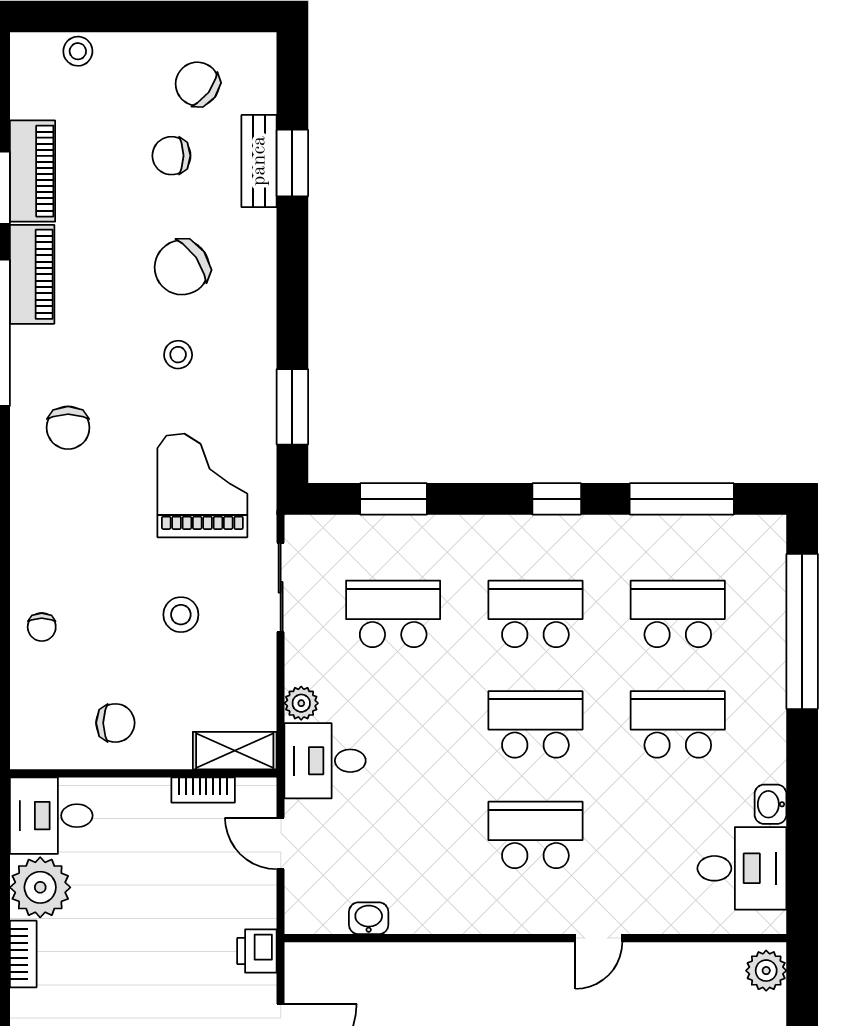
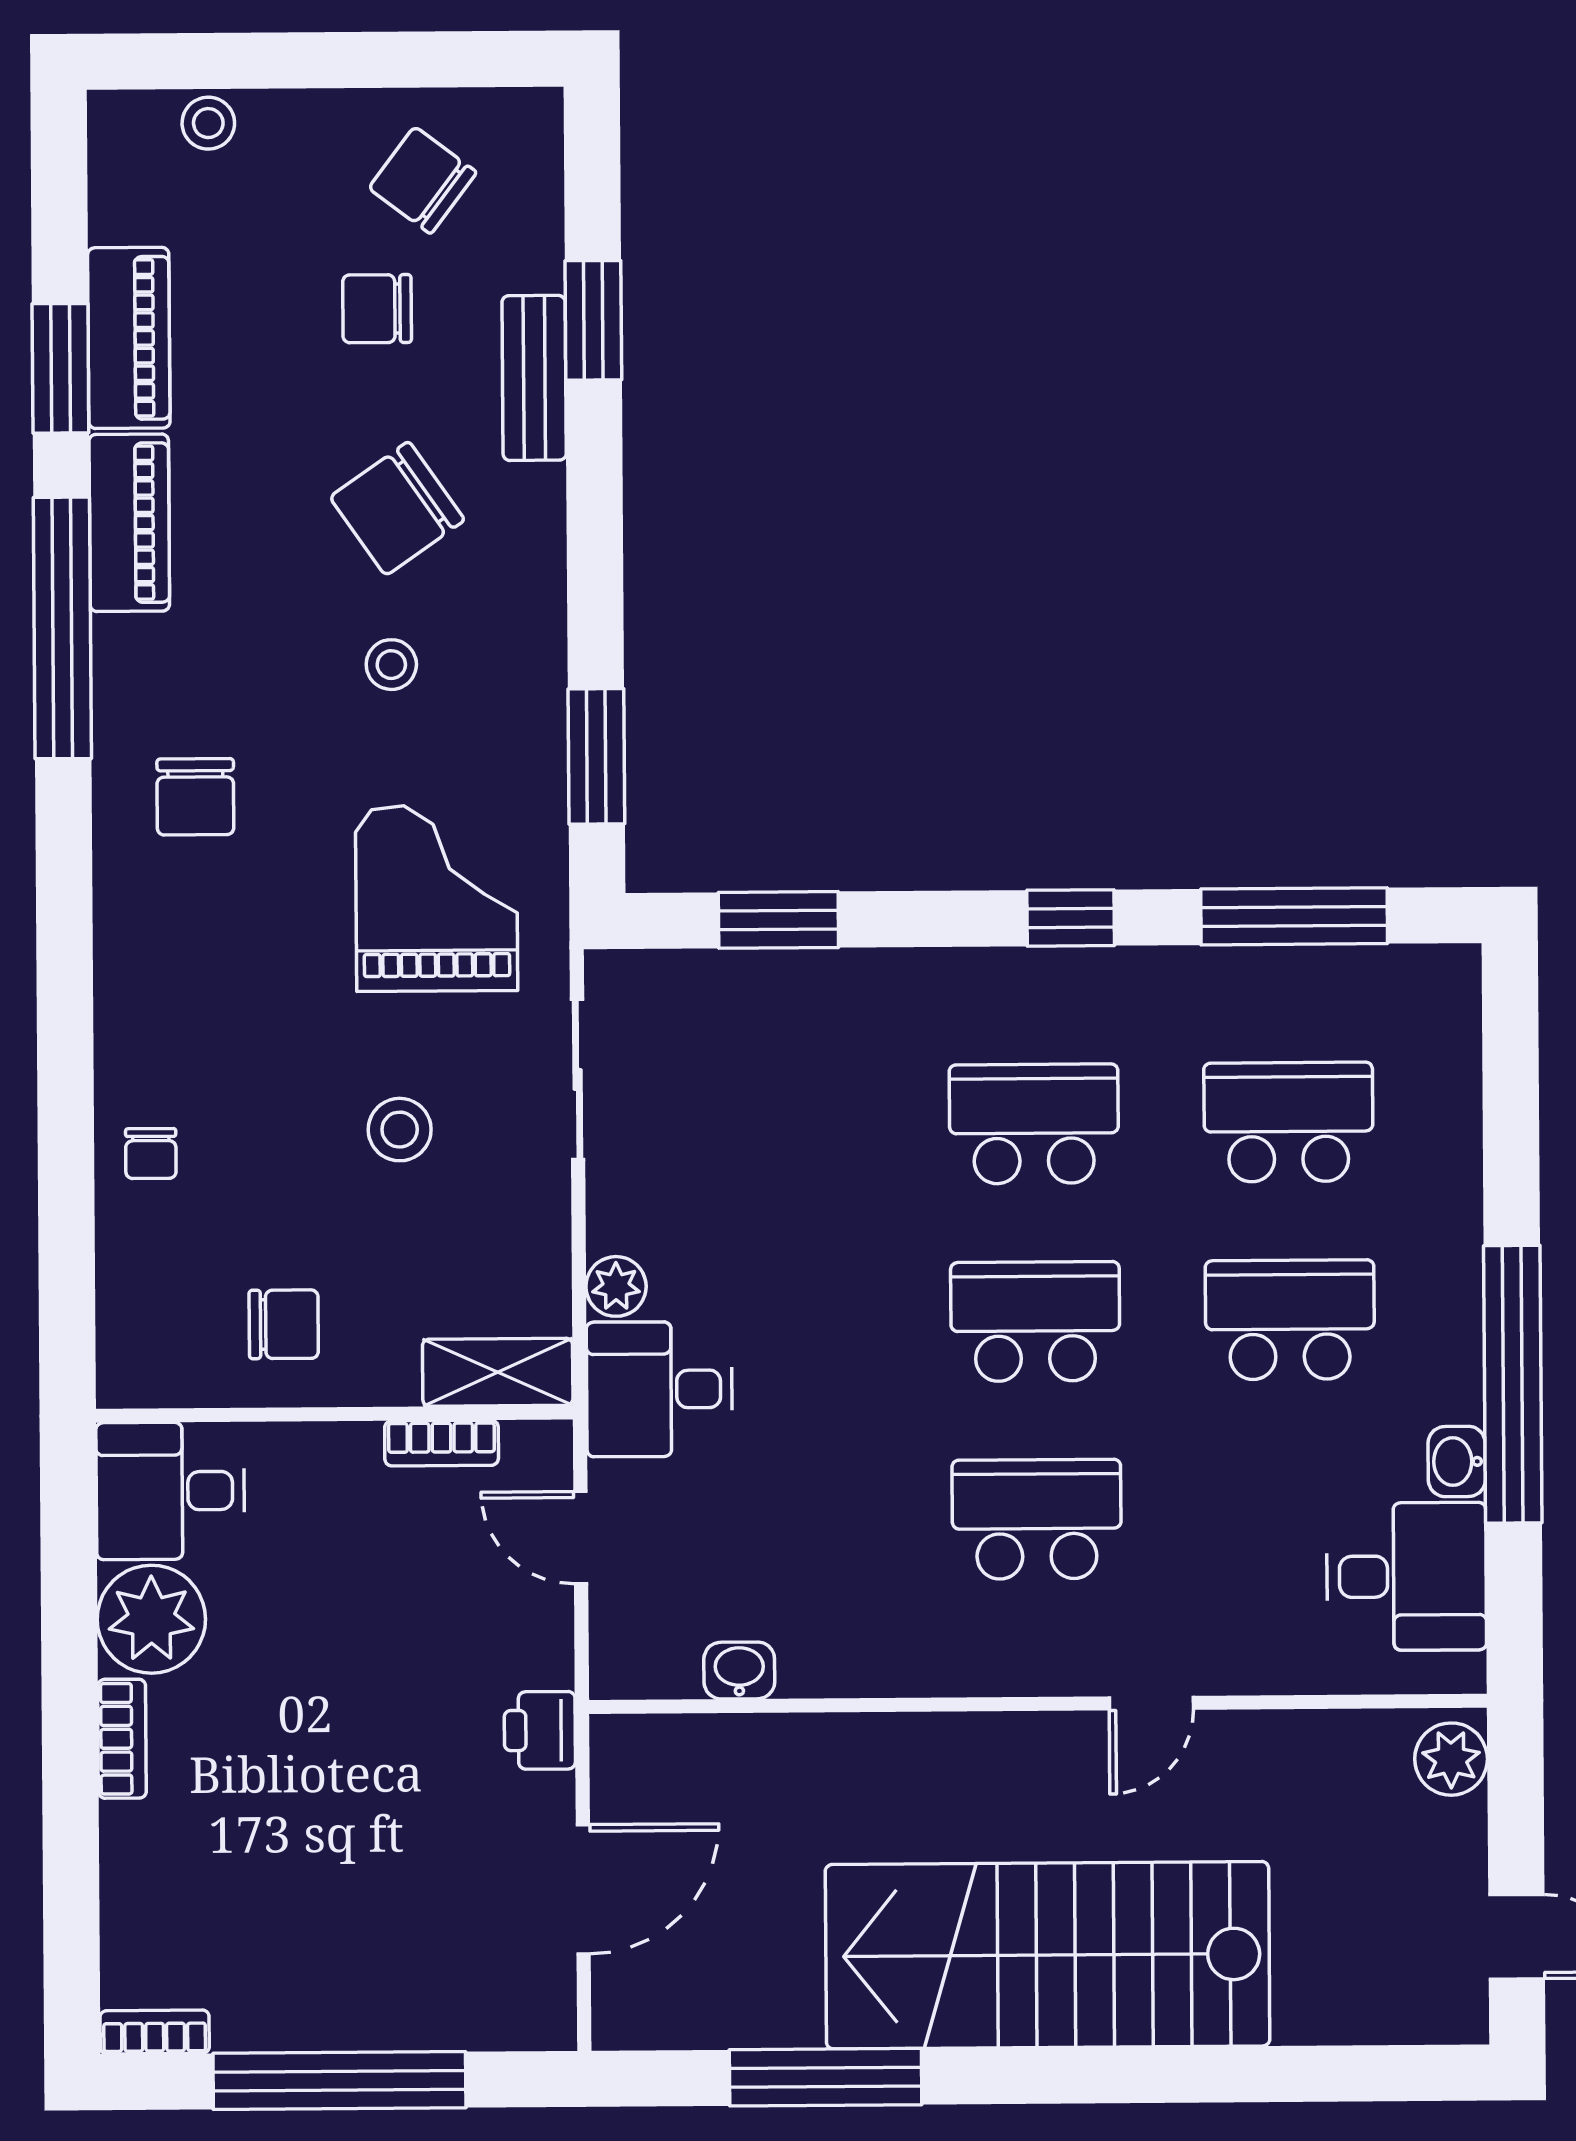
bench: (259, 161) -> (534, 378), moved
school desk: (393, 614) -> (779, 1126), removed
window: (802, 631) -> (1513, 1384), moved

